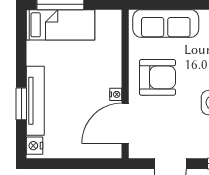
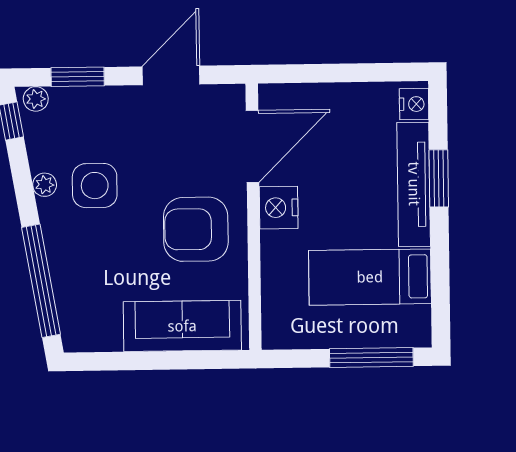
bed: (61, 25) -> (370, 277), moved
nightstand: (116, 94) -> (279, 208), width x1.89, depth x1.79

